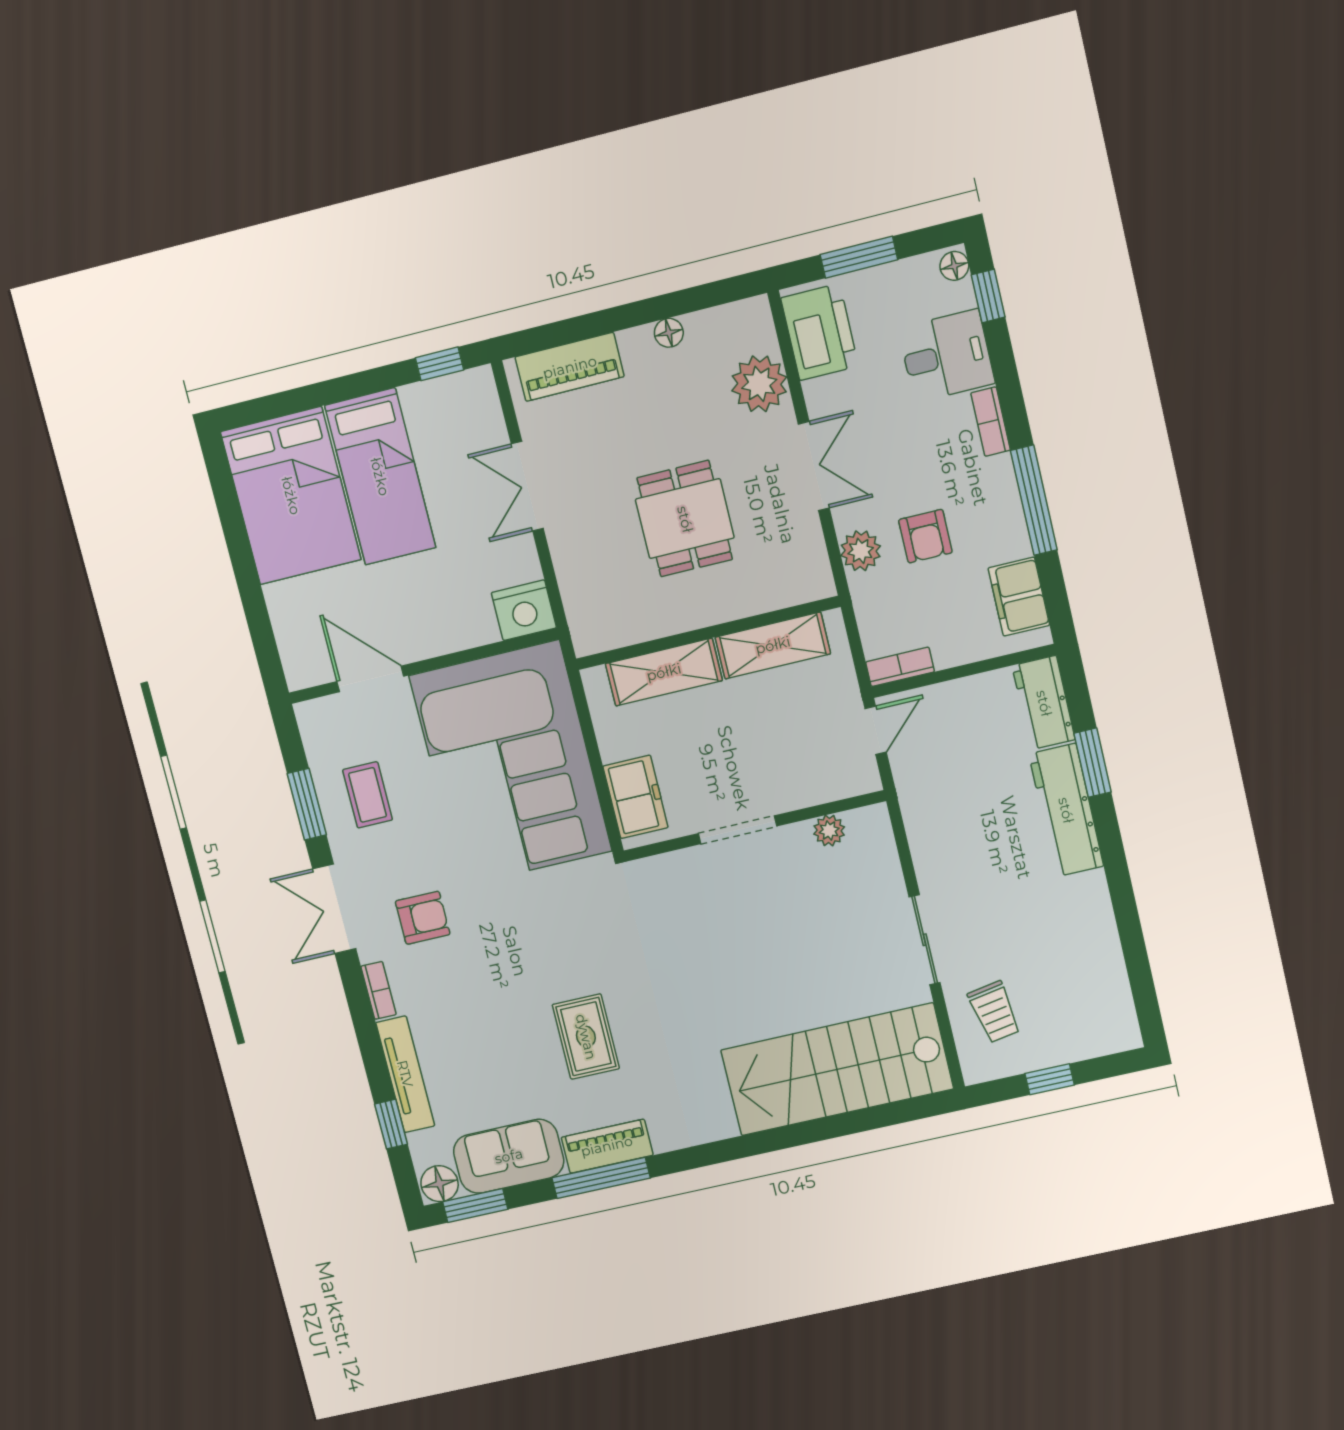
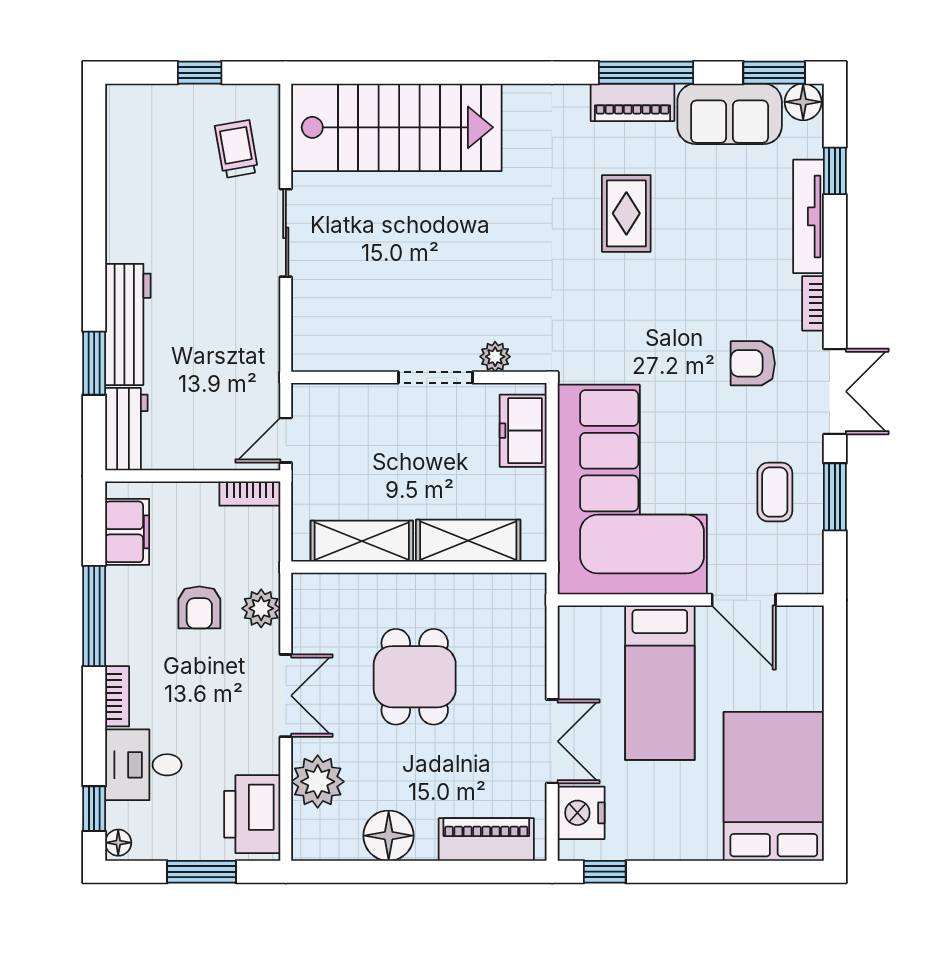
floor lamp: (669, 333) -> (389, 836), width x1.89, depth x1.89
double door: (814, 466) -> (286, 696), swing flipped
bed: (380, 477) -> (660, 683), moved, turned 180
armchair: (925, 536) -> (199, 607), turned 180
nightstand: (524, 610) -> (581, 813), moved, turned -90
plant: (829, 830) -> (495, 357), moved

